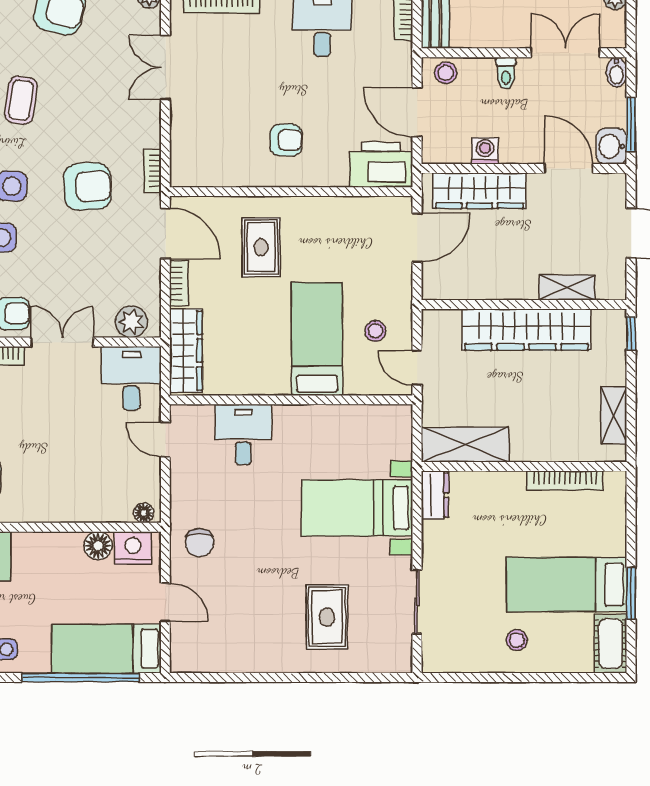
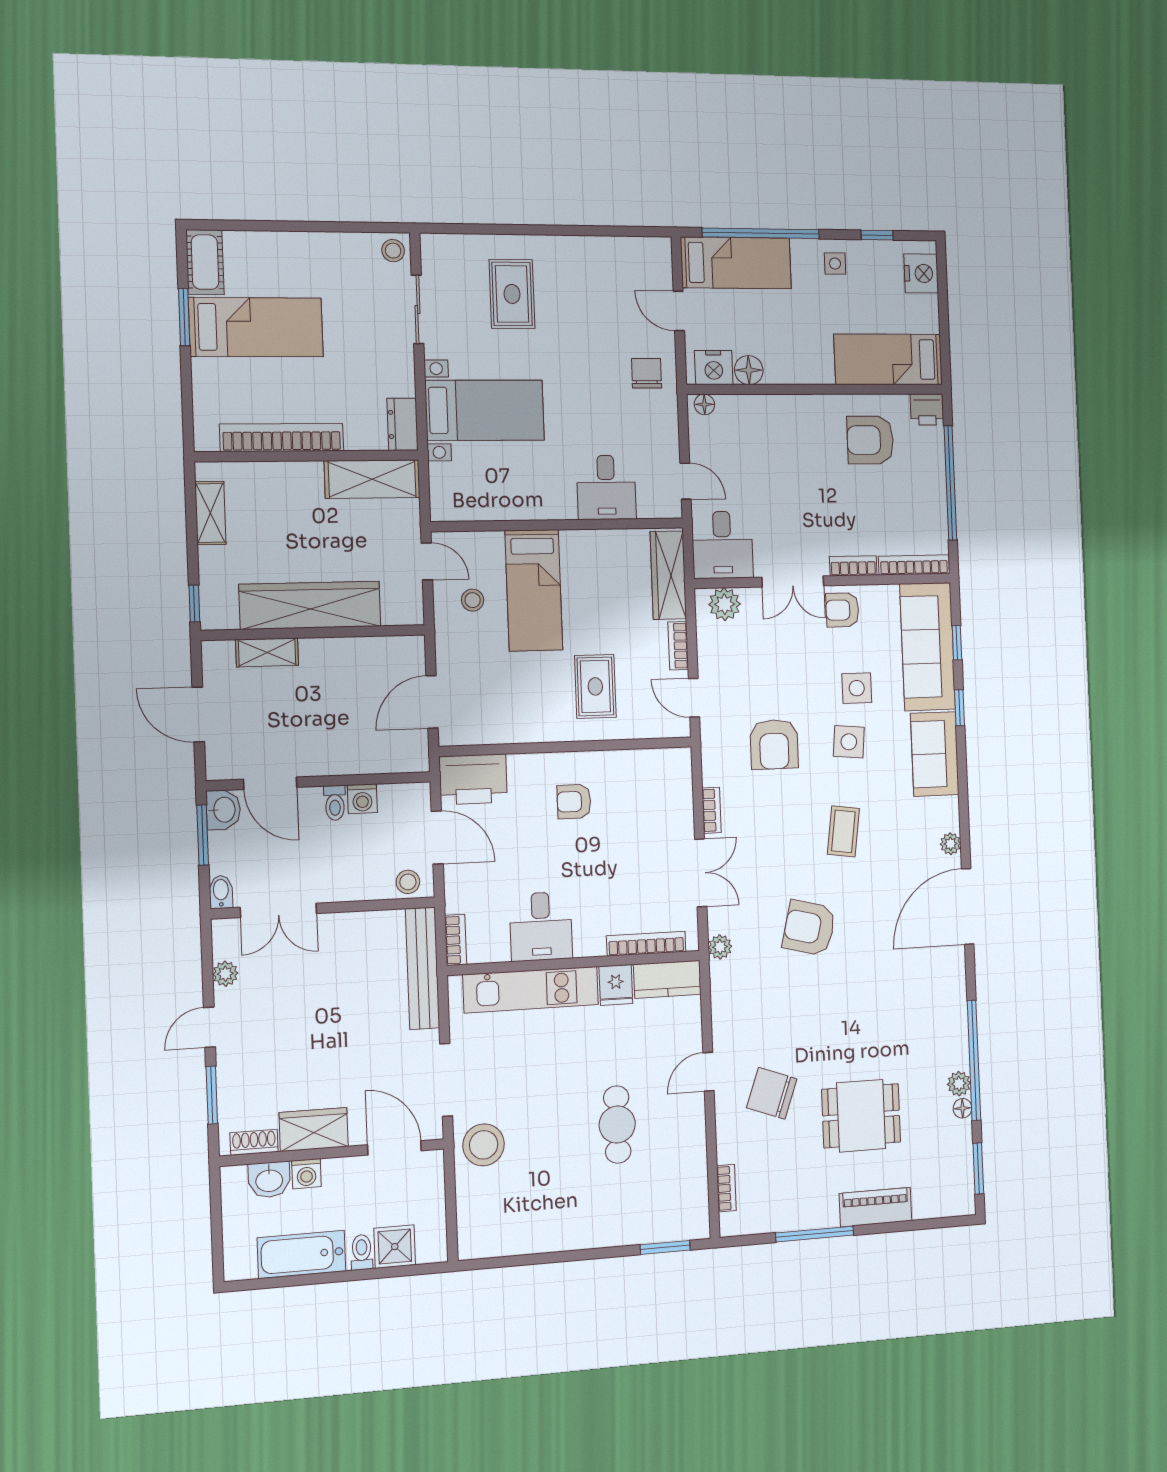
toilet: (506, 73) -> (335, 803), moved, turned 180
bookcase: (152, 171) -> (711, 810), moved
armchair: (87, 186) -> (774, 744), turned -87
wardrobe: (480, 191) -> (367, 755), removed
door: (165, 234) -> (694, 698), width x0.73
bookcase: (565, 480) -> (282, 438), width x1.48, depth x1.31
stool: (517, 640) -> (393, 251), moved

